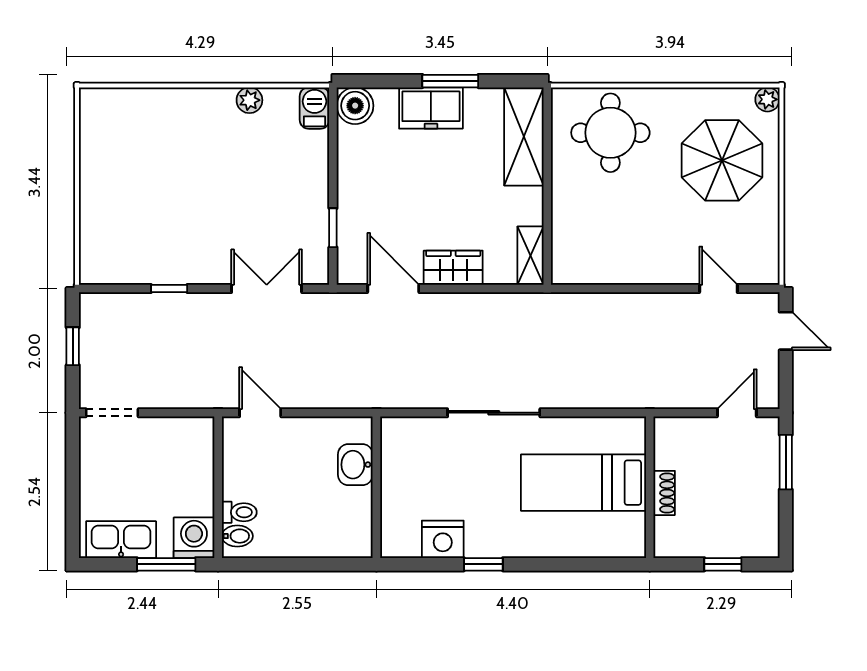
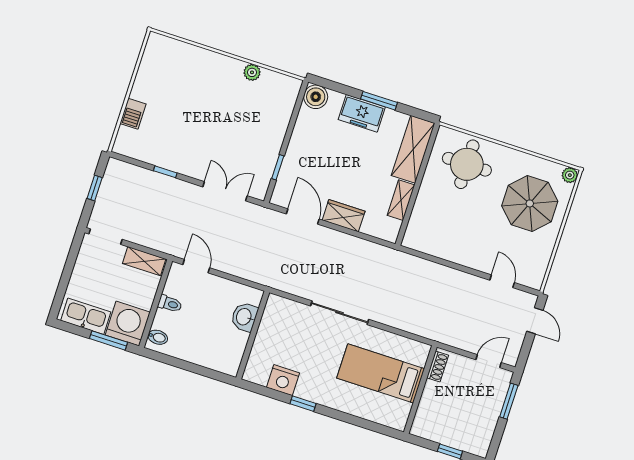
barbecue: (314, 108) -> (133, 114), moved, turned 180
shelving: (530, 256) -> (401, 200), moved
shelving: (181, 430) -> (144, 261), added
shoe rack: (664, 493) -> (438, 366), moved
toilet: (239, 512) -> (170, 304), moved
washing machine: (194, 538) -> (128, 324), width x1.37, depth x1.37

